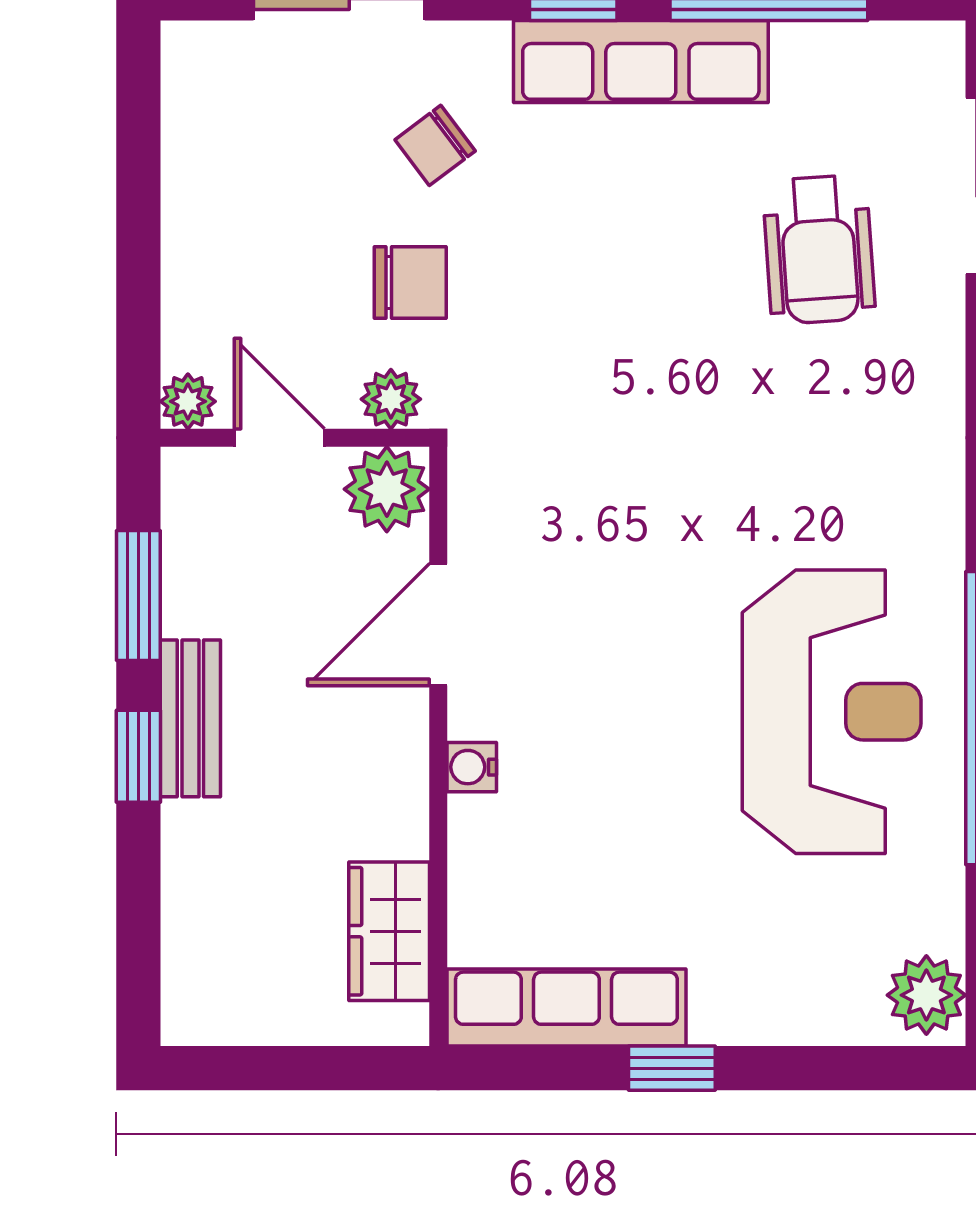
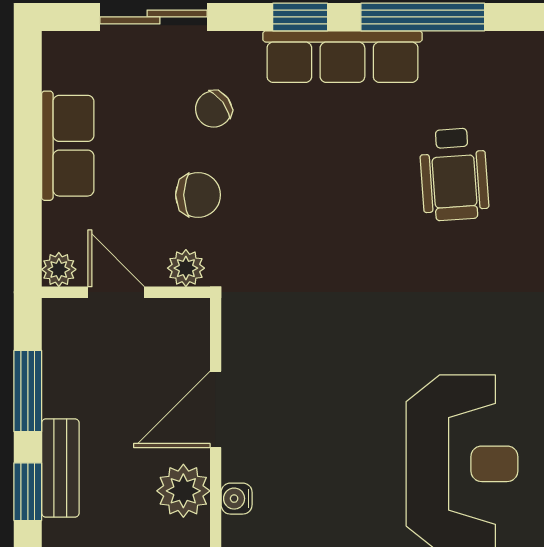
row of seats: (202, 204) -> (68, 146), added
plant: (387, 489) -> (183, 491), moved

